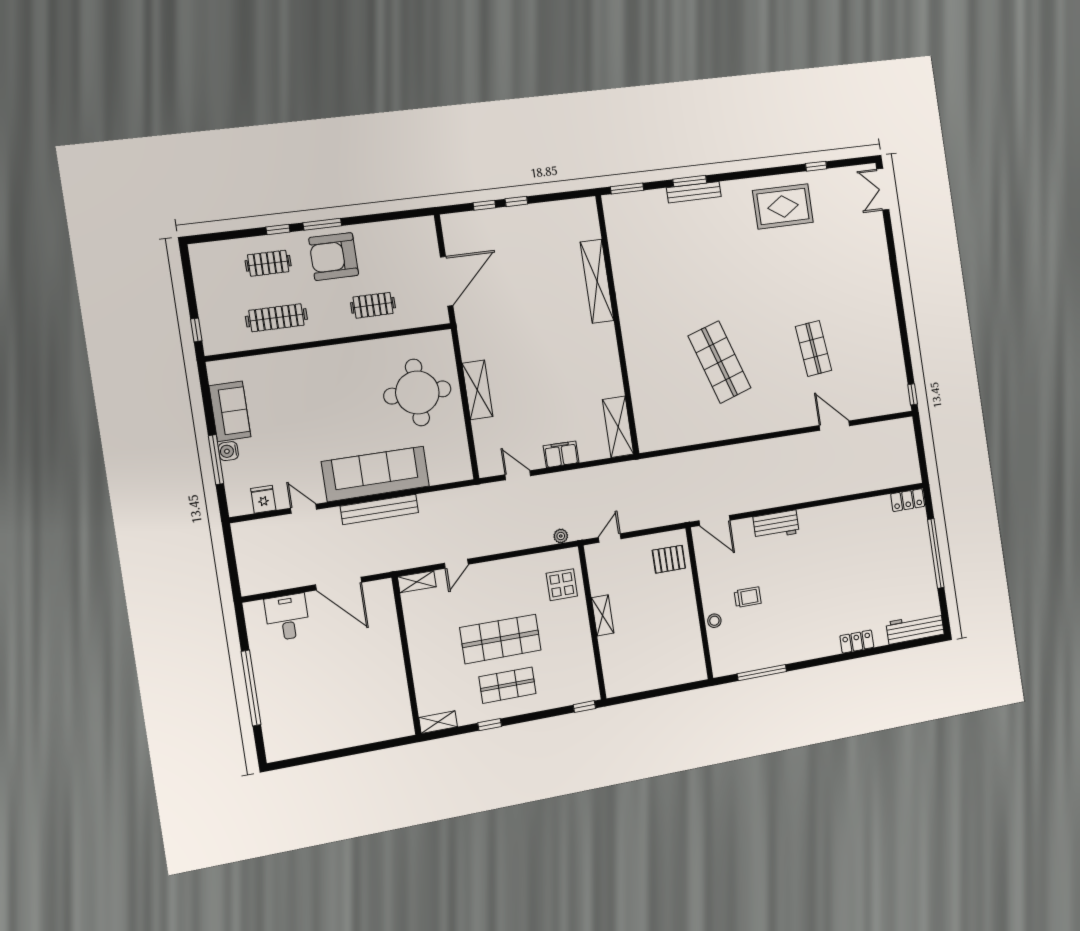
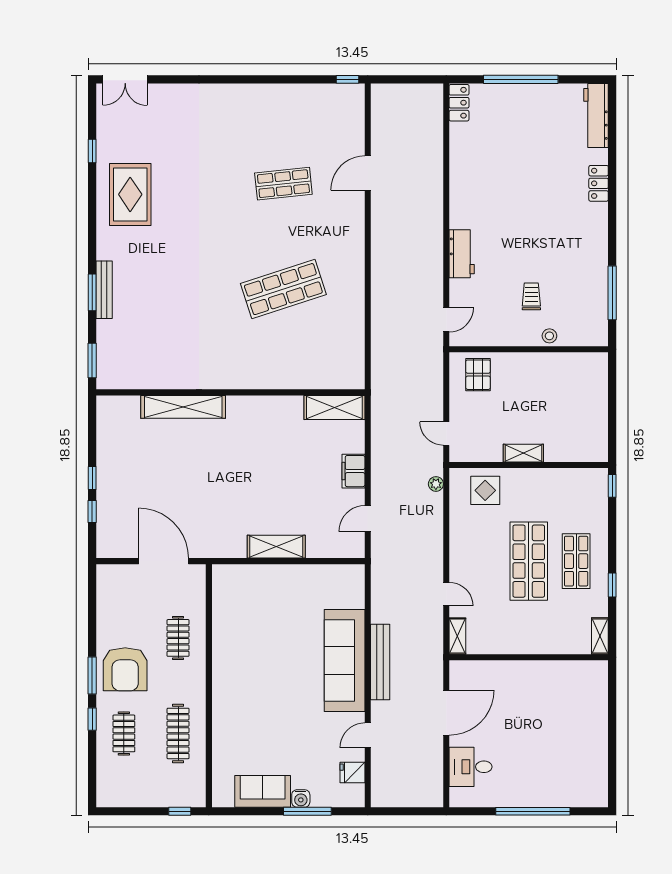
round table: (417, 392) -> (270, 607), removed
door: (714, 521) -> (446, 320), width x0.73

